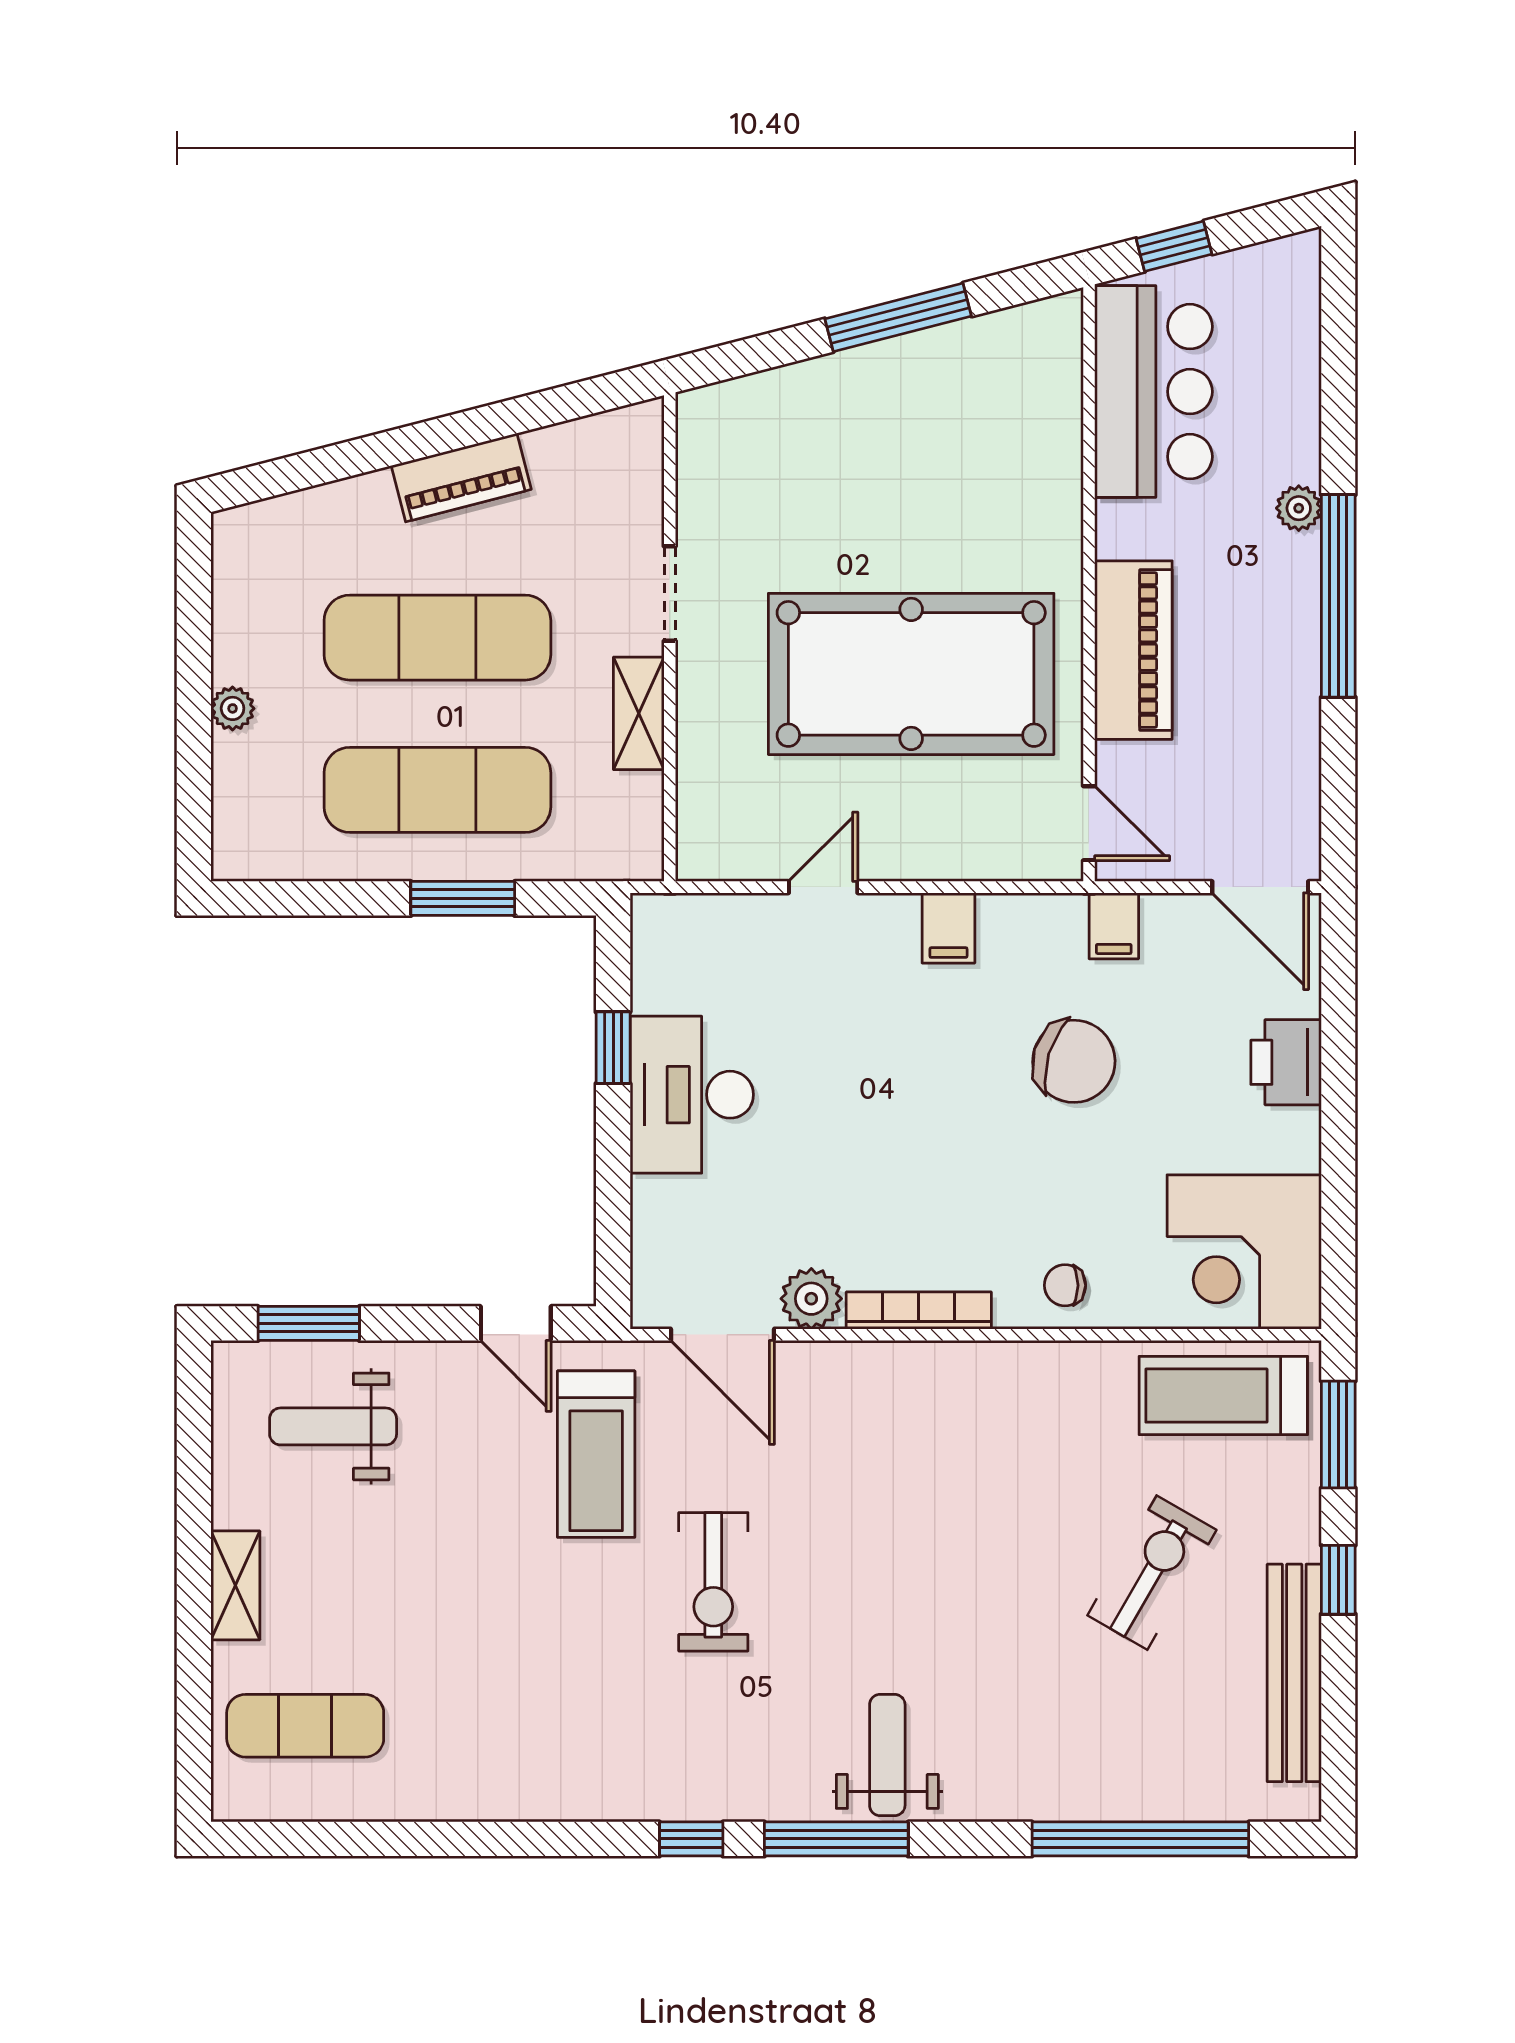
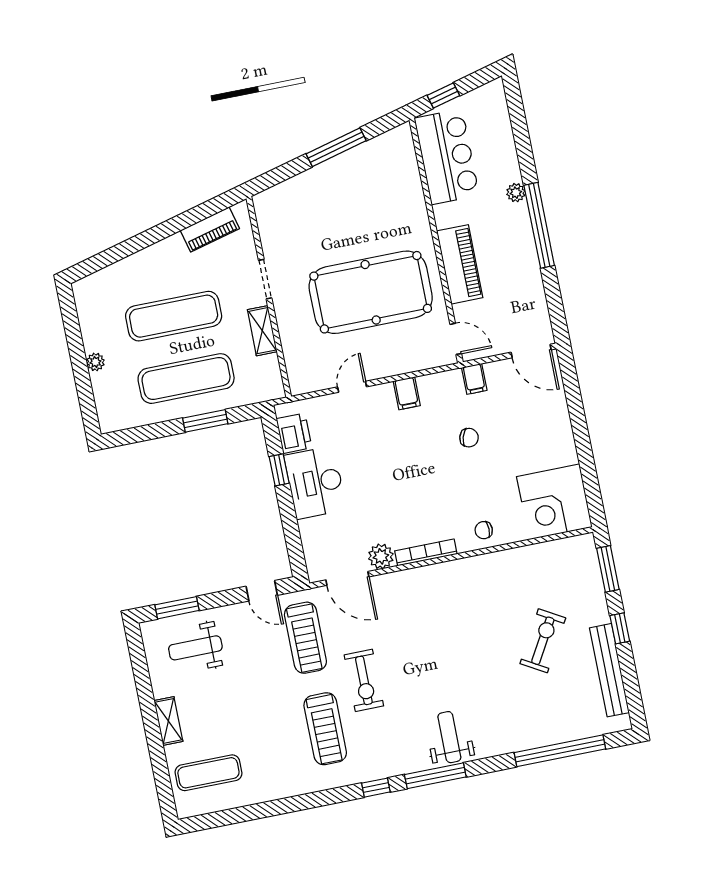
piano: (461, 478) -> (210, 230), moved
chair: (1074, 1061) -> (469, 438), width x0.54, depth x0.54
printer: (1286, 1062) -> (294, 433), moved, turned 180
treadmill: (1223, 1396) -> (325, 729), moved, turned -90

